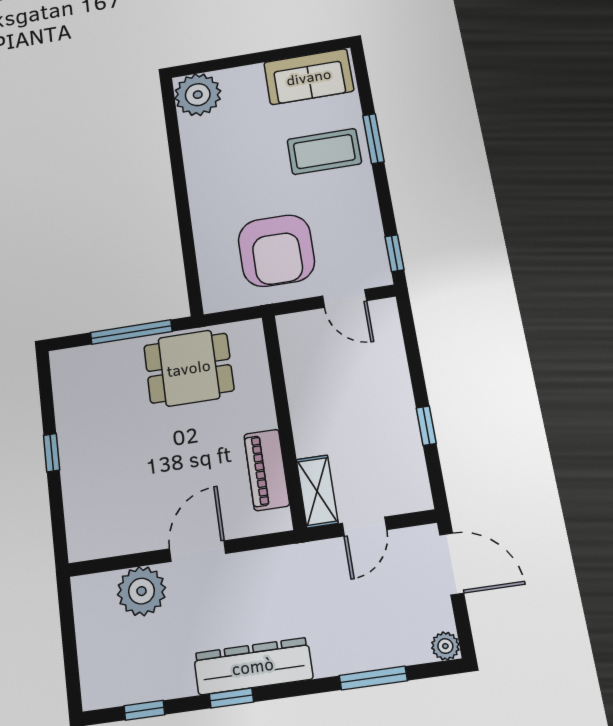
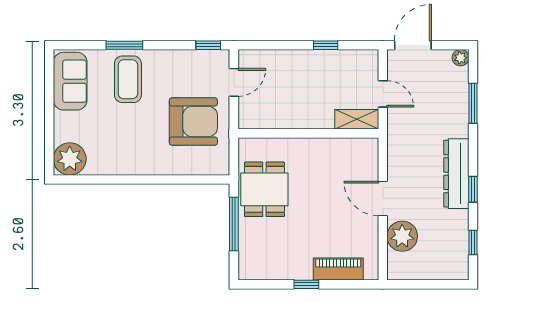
piano: (267, 470) -> (338, 269), moved, turned 180

